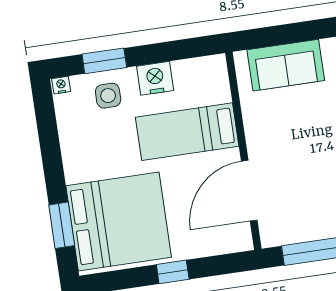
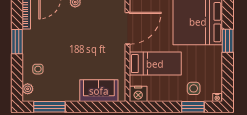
nightstand: (155, 78) -> (138, 94), moved
window: (62, 225) -> (228, 41), moved

